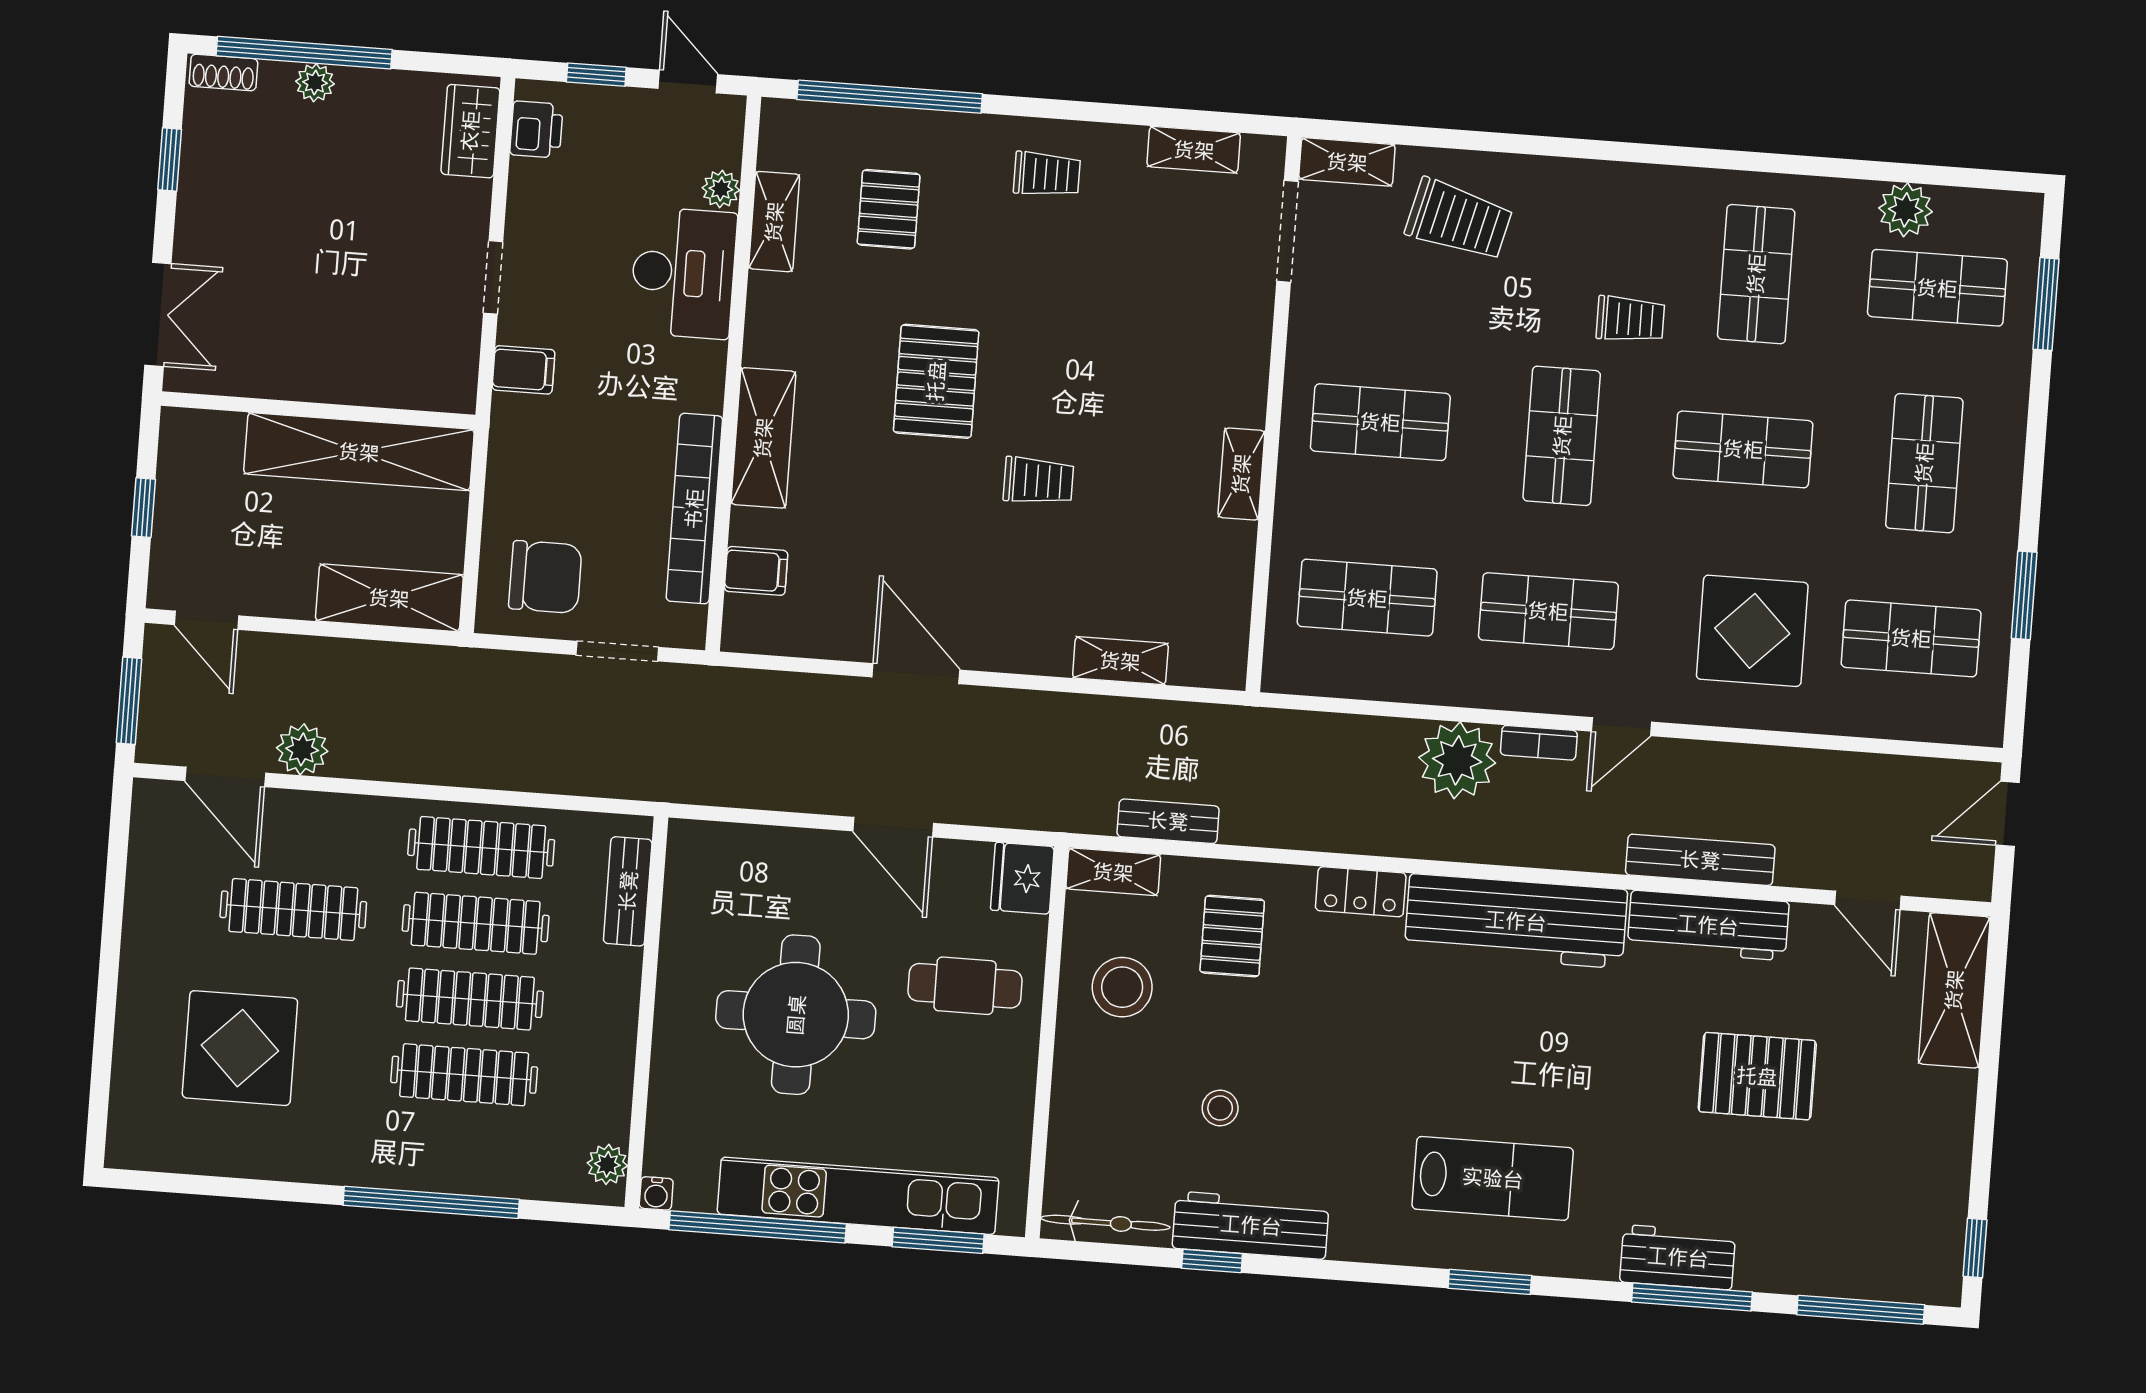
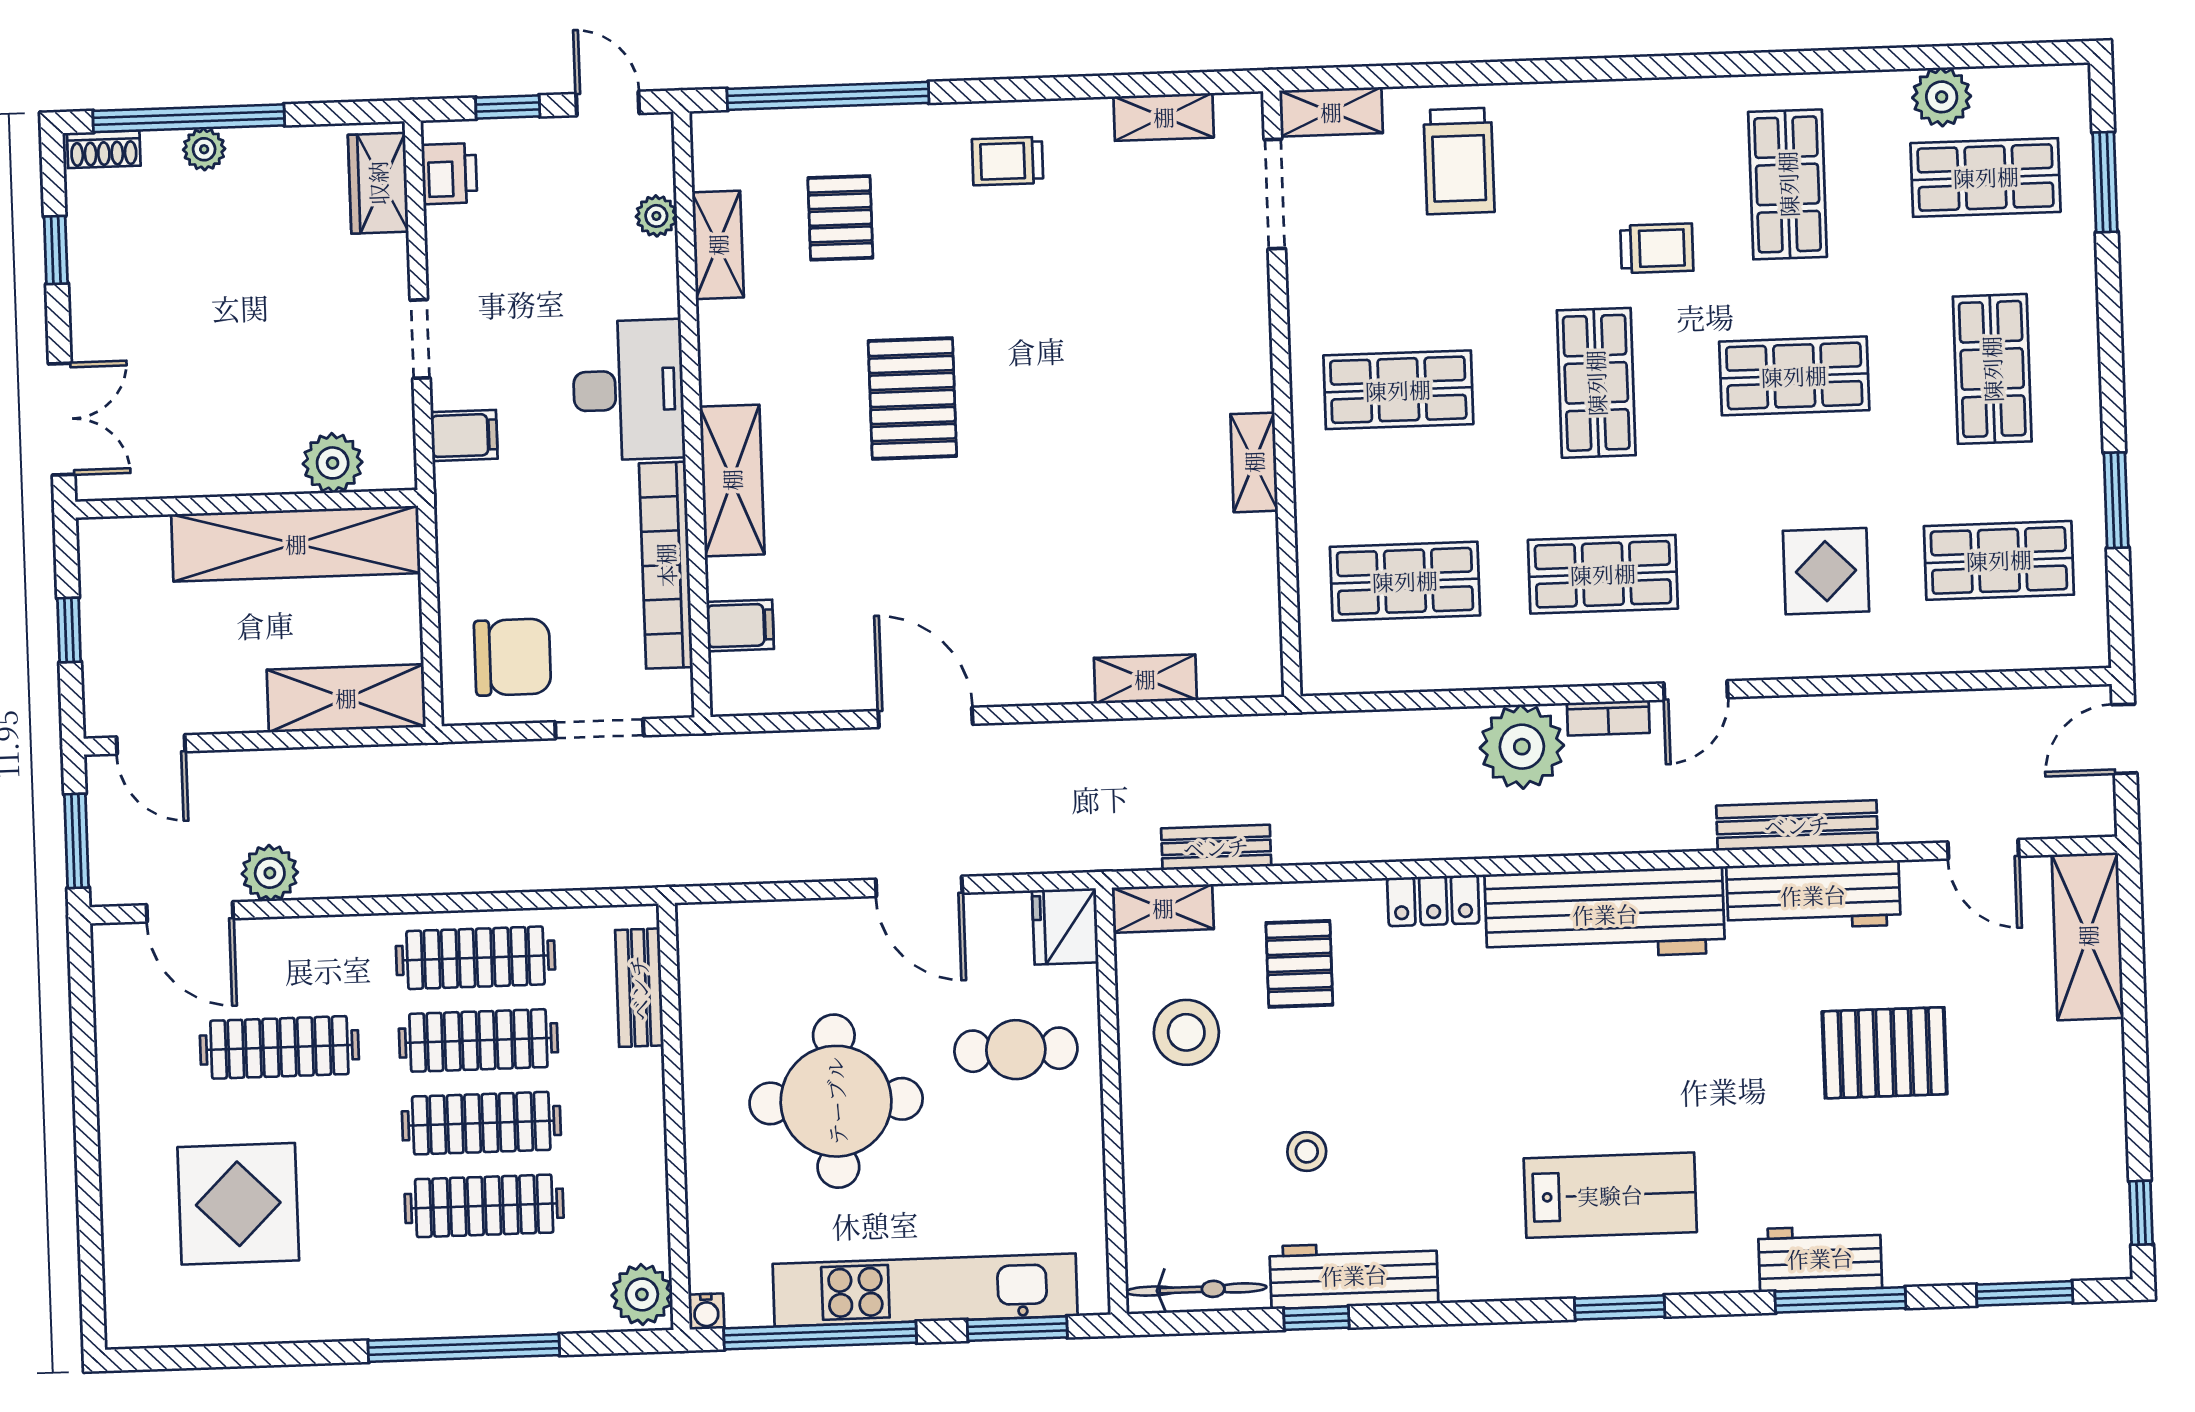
trolley: (1047, 174) -> (1008, 161), turned 180
trolley: (1459, 220) -> (1459, 161), turned 76
desk: (683, 273) -> (628, 390), moved
plant: (401, 382) -> (333, 463), added
trolley: (1038, 481) -> (1035, 494), removed
display table: (1752, 631) -> (1826, 571), width x0.73, depth x0.73
plant: (607, 1164) -> (642, 1294), width x1.38, depth x1.38
window: (1861, 1310) -> (2025, 1293), width x0.69

